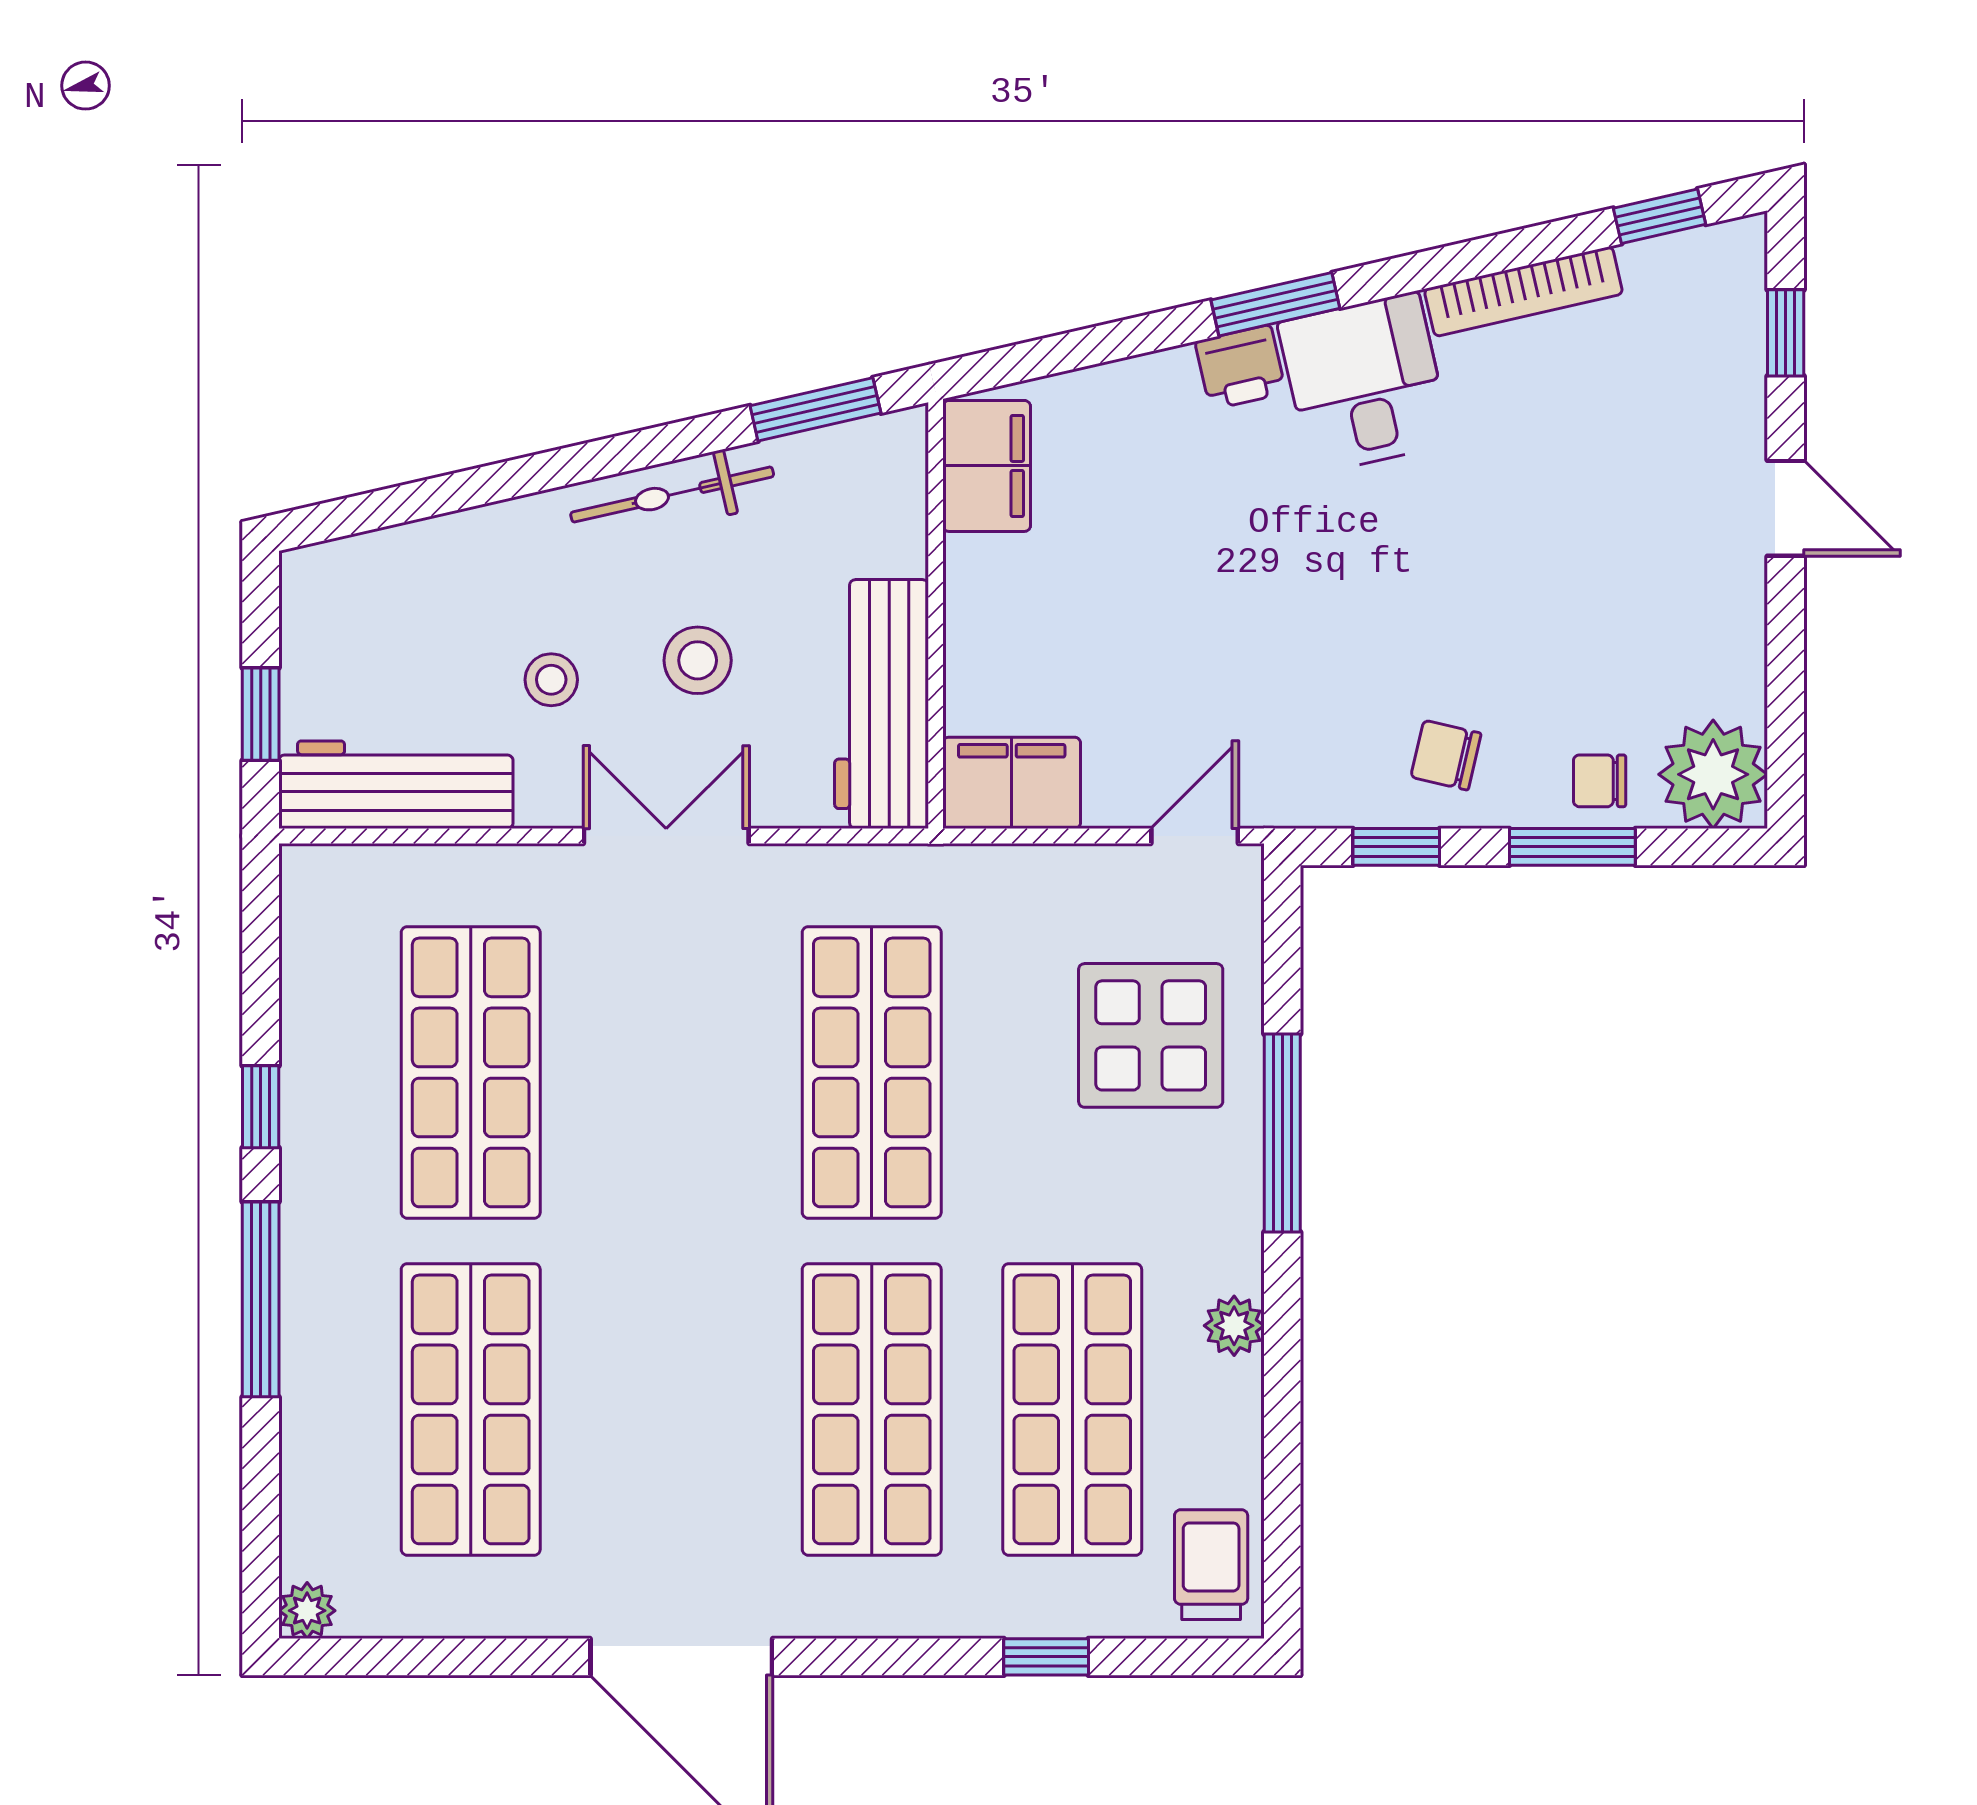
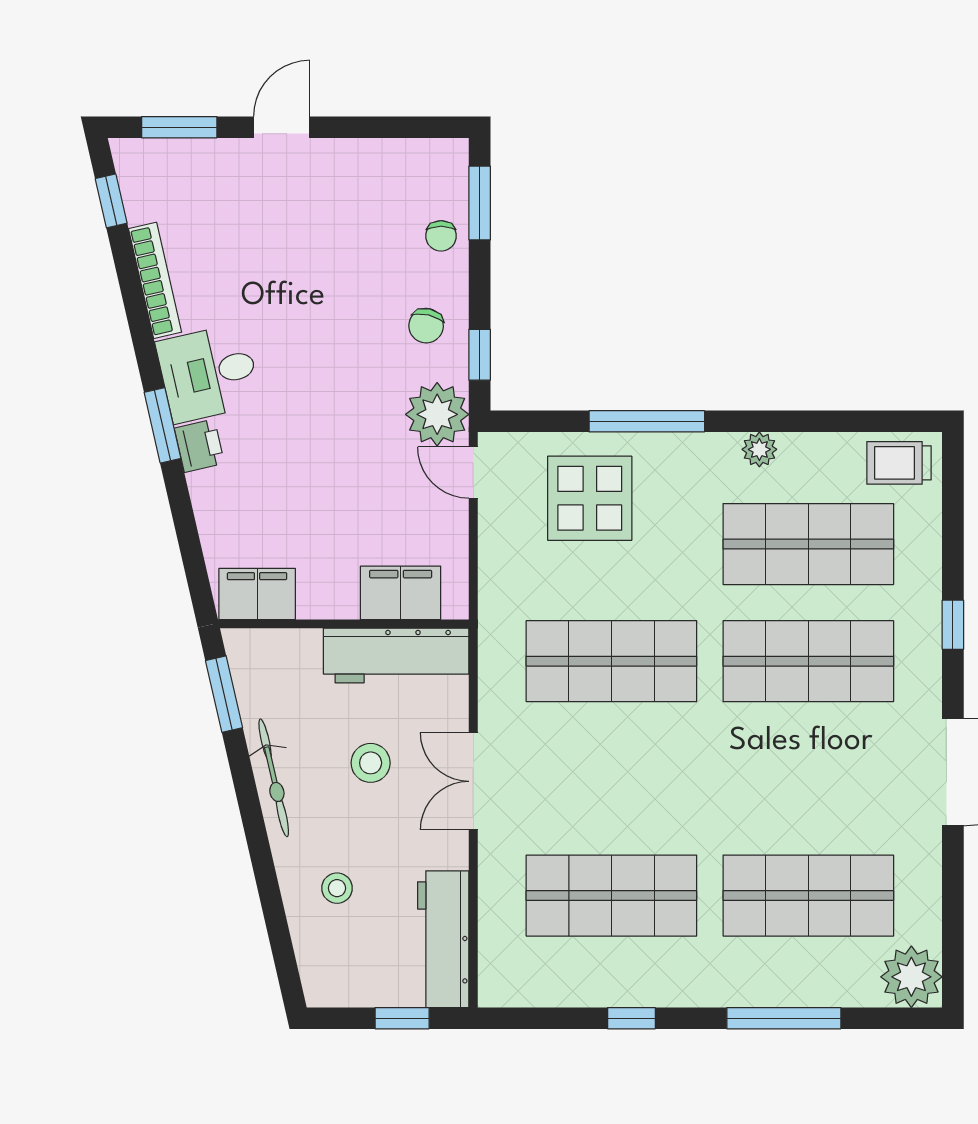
window: (1786, 333) -> (179, 127), width x1.50
stool: (551, 680) -> (337, 888), moved
plant: (1713, 774) -> (437, 414), moved
filing cabinet: (1012, 783) -> (401, 593), moved, turned 90
window: (1572, 847) -> (480, 203), moved
window: (261, 1299) -> (784, 1018), moved
plant: (307, 1611) -> (911, 977), width x1.88, depth x1.88
window: (1046, 1657) -> (953, 625), moved

